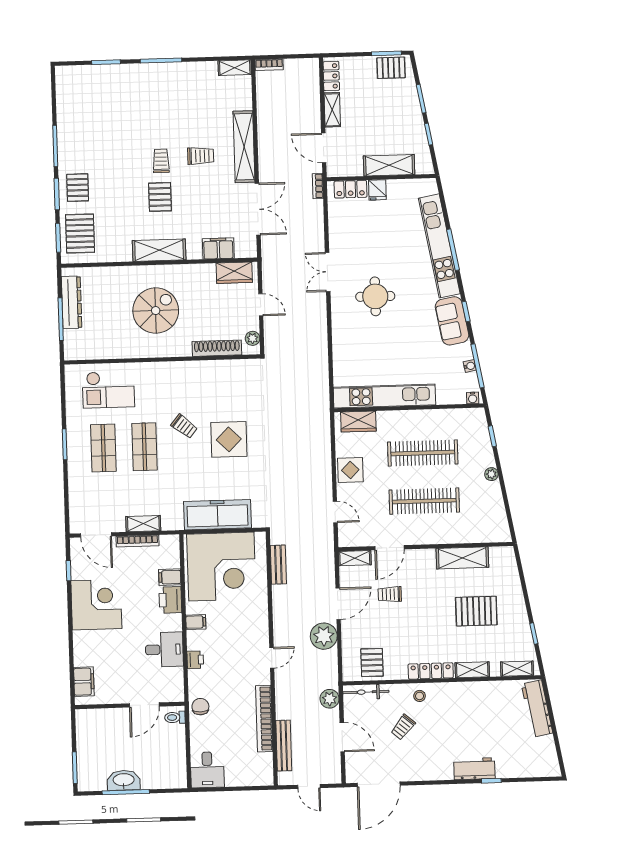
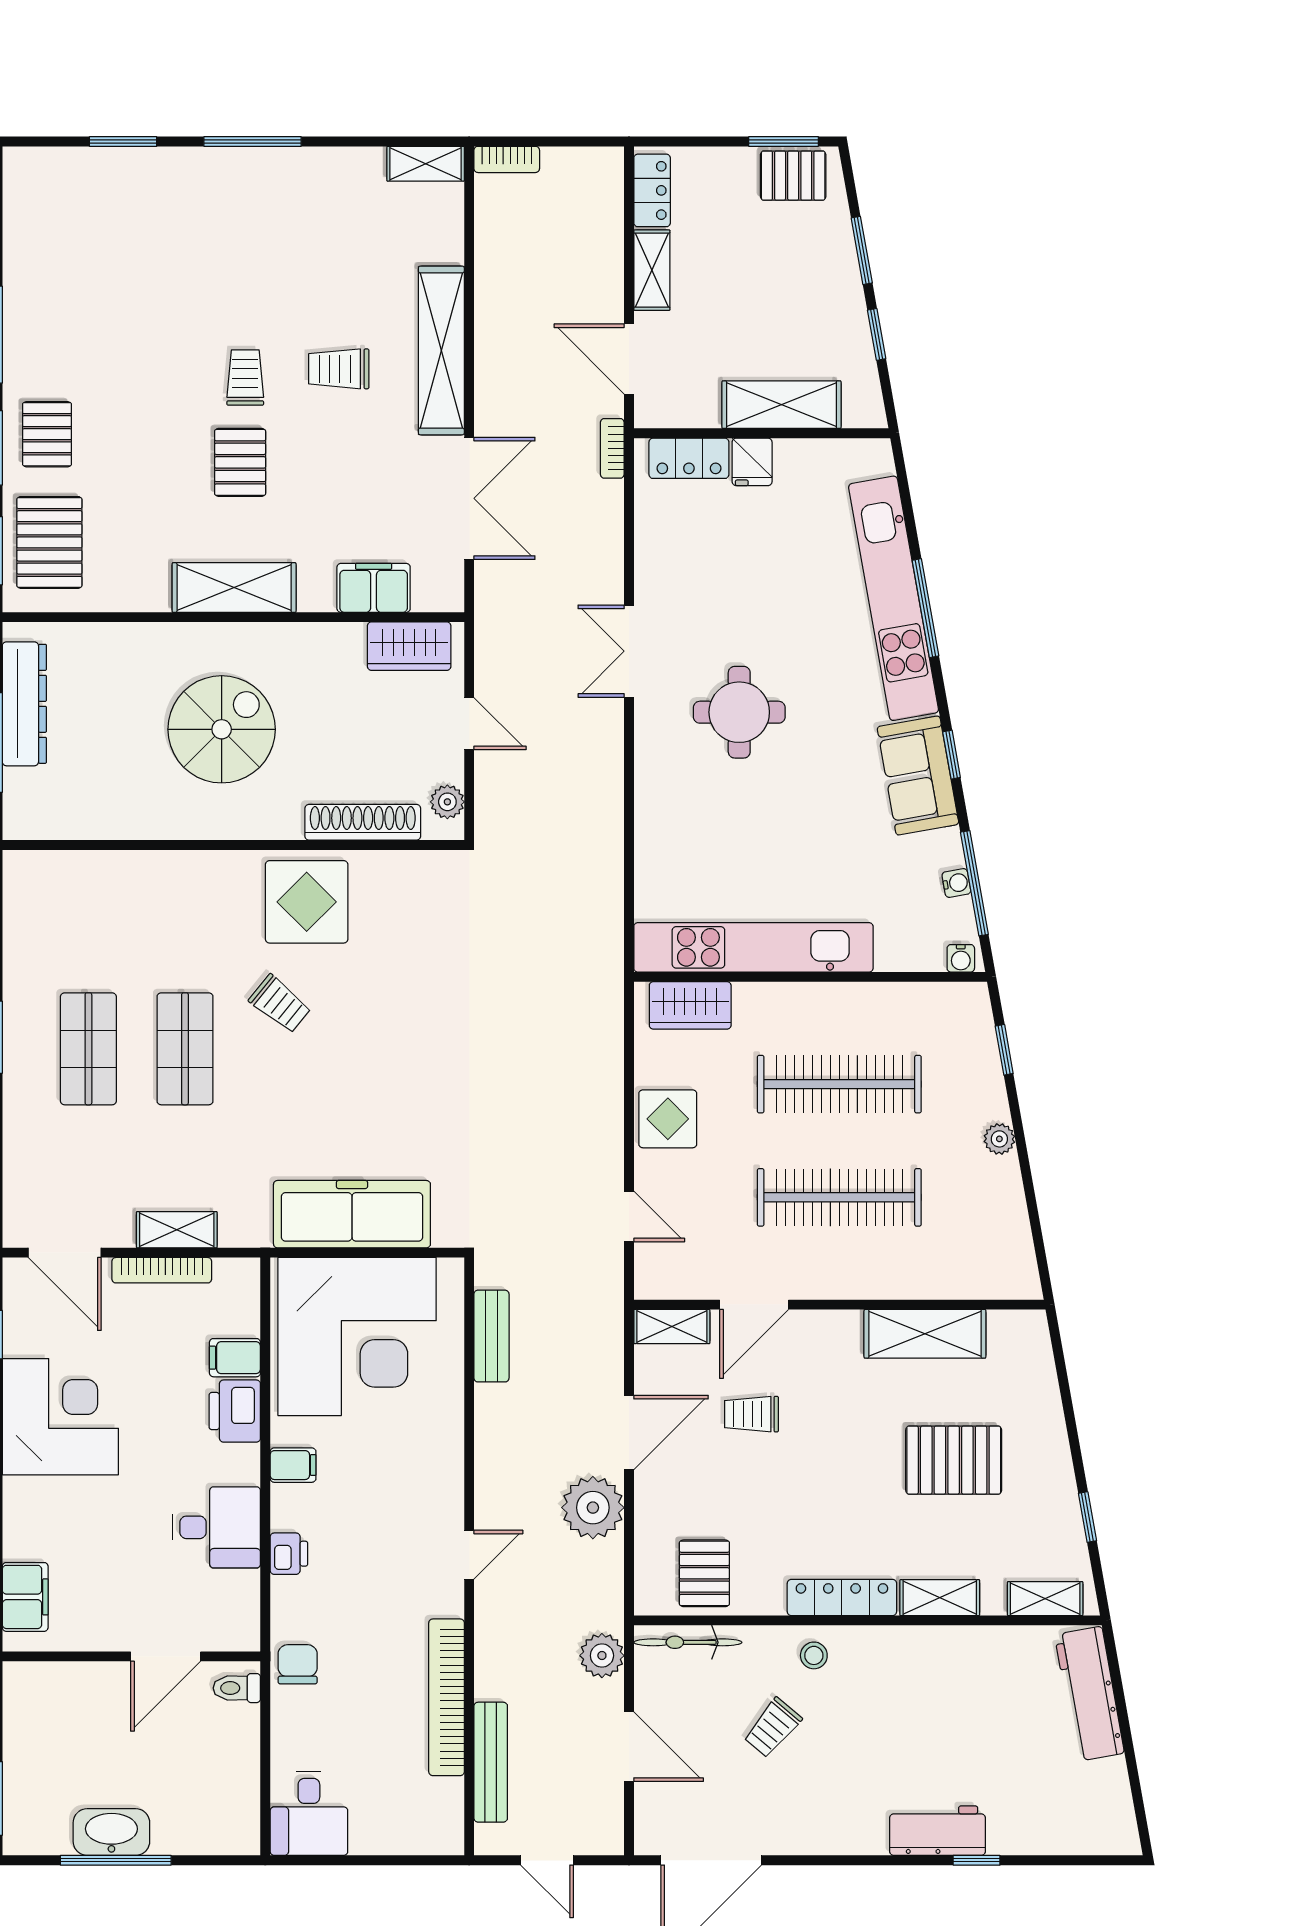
trolley: (201, 156) -> (339, 369), turned 180
checkout: (108, 390) -> (104, 912), removed
display table: (229, 439) -> (307, 902), moved

